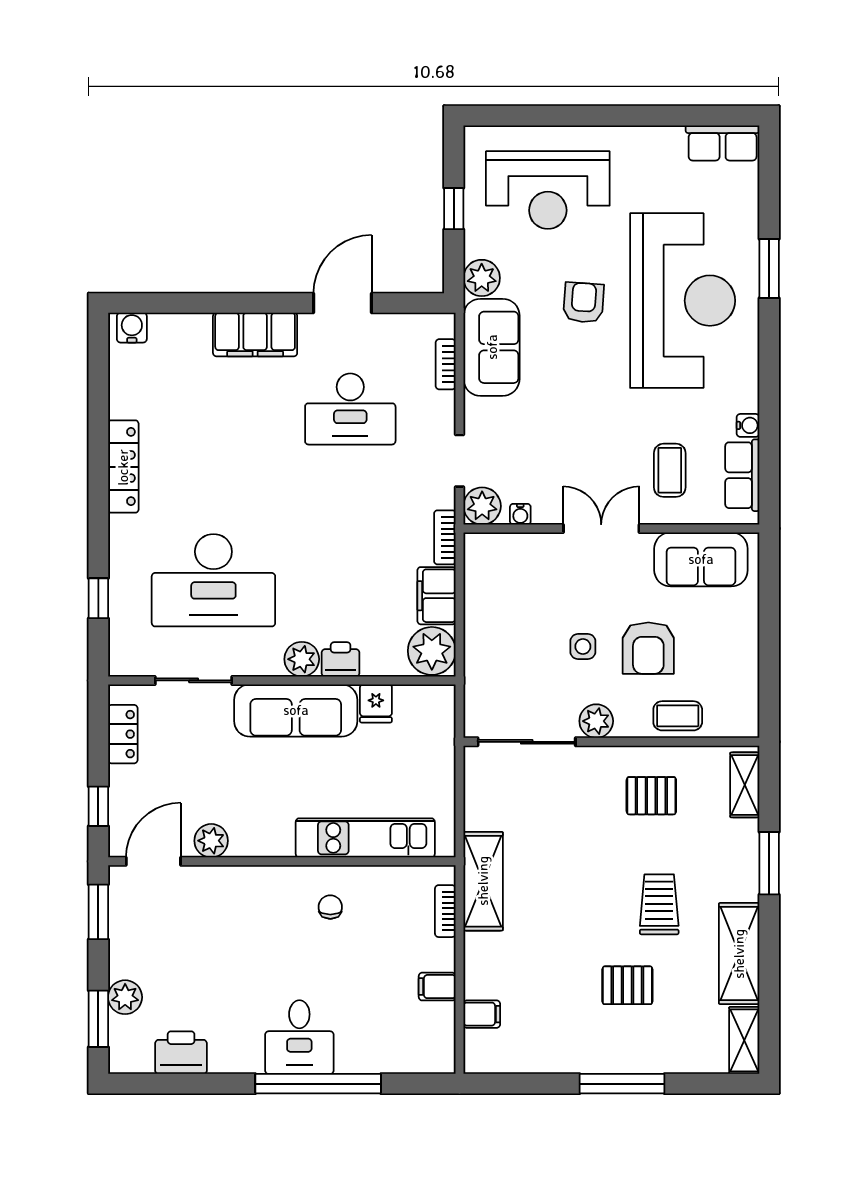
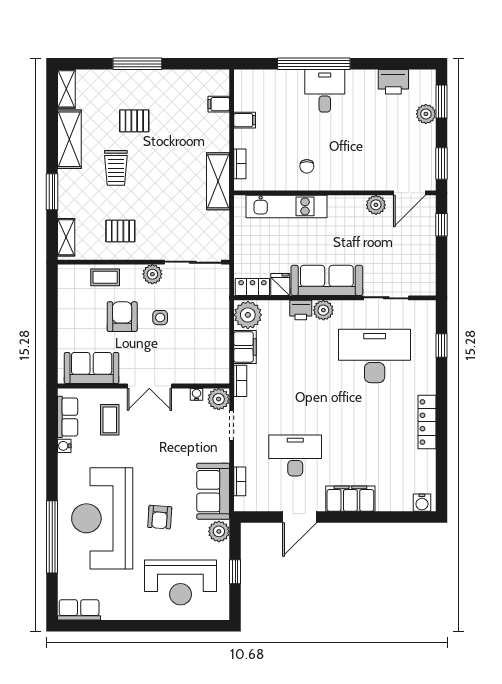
reception desk: (548, 190) -> (180, 582), turned 180
window: (769, 268) -> (52, 537), width x2.11
locker: (123, 734) -> (252, 287), moved, turned 90

